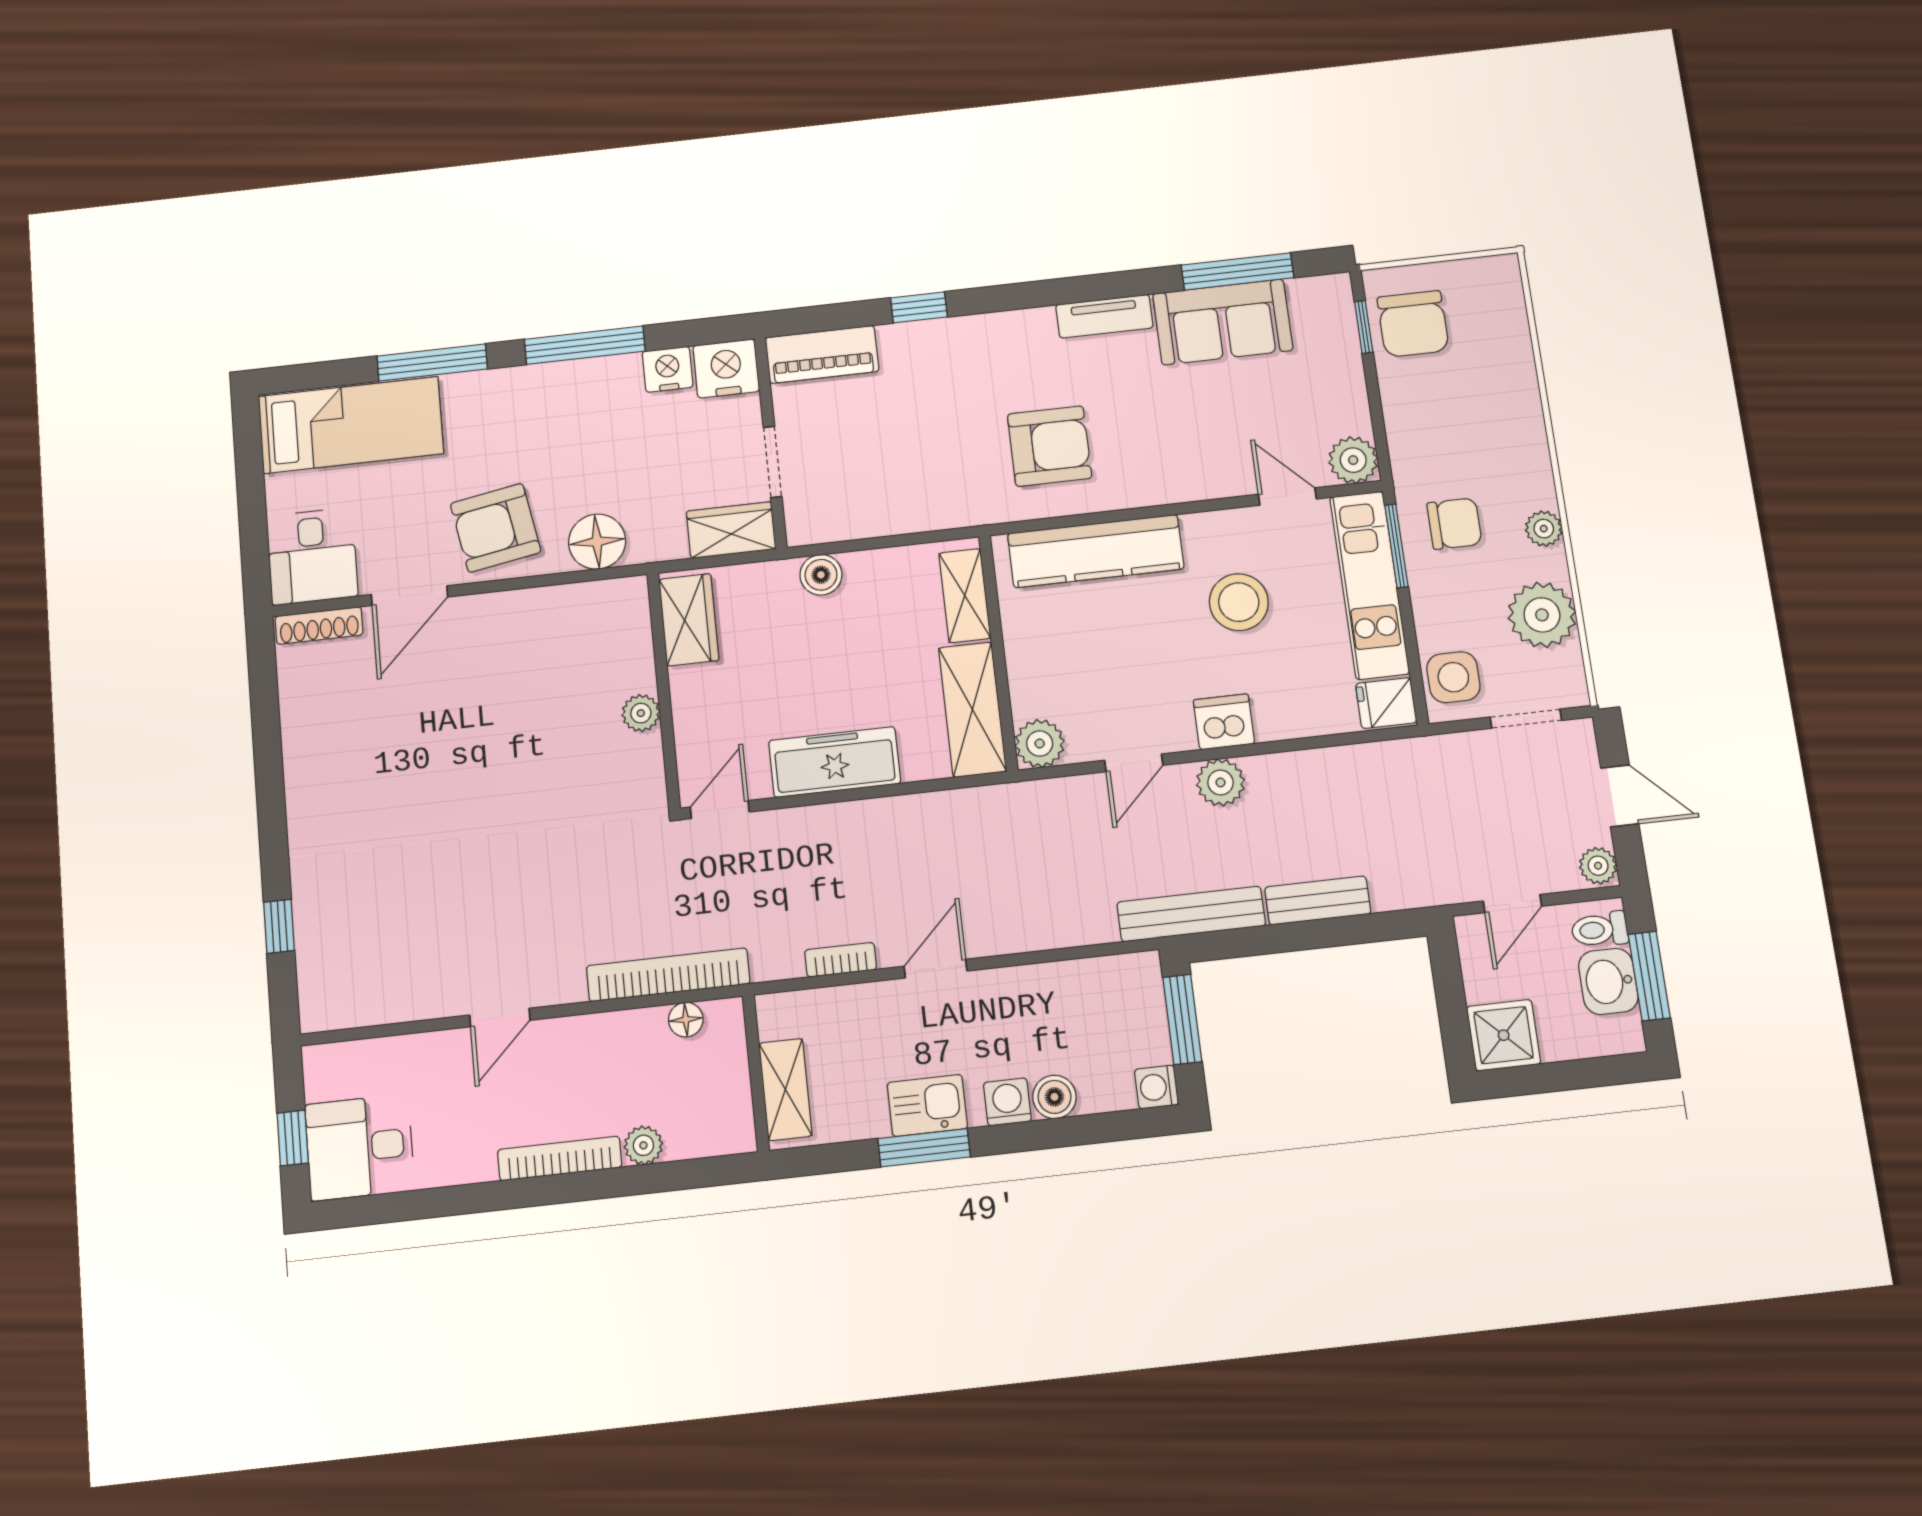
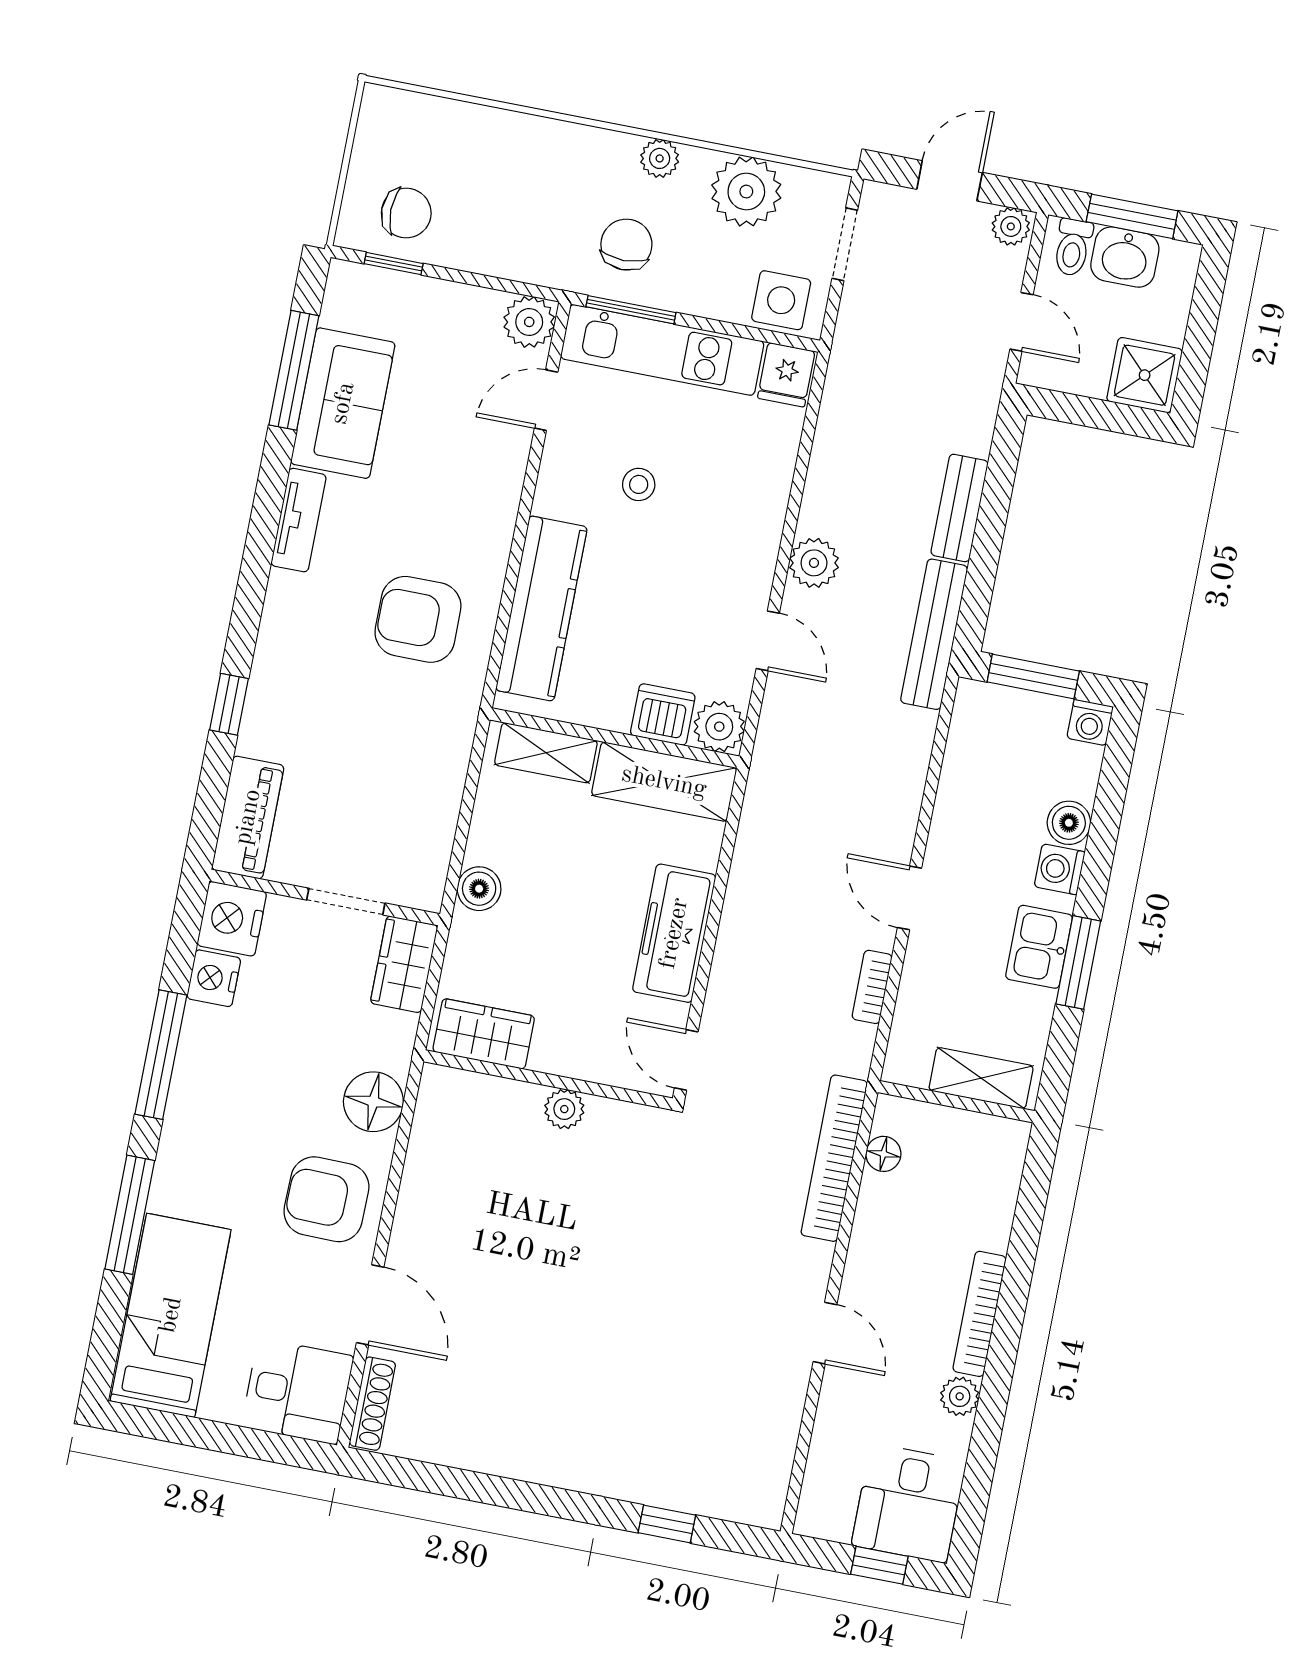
chair: (1413, 324) -> (406, 213), width x0.73, depth x0.73
armchair: (1050, 446) -> (418, 619), turned -90
armchair: (496, 528) -> (326, 1199), turned 101
stool: (1239, 602) -> (639, 484), width x0.53, depth x0.53
dishwasher: (1224, 722) -> (663, 715), moved, turned 90
plant: (643, 1145) -> (960, 1396), moved

